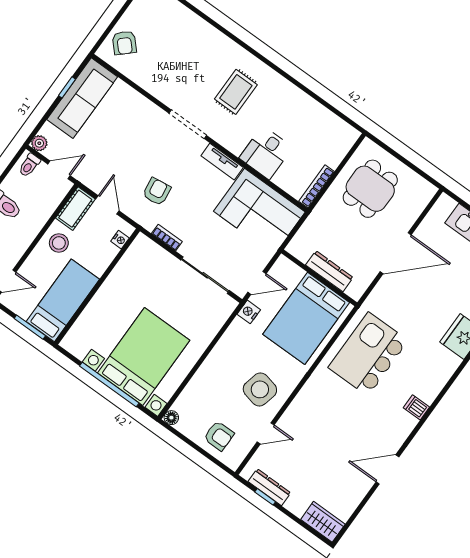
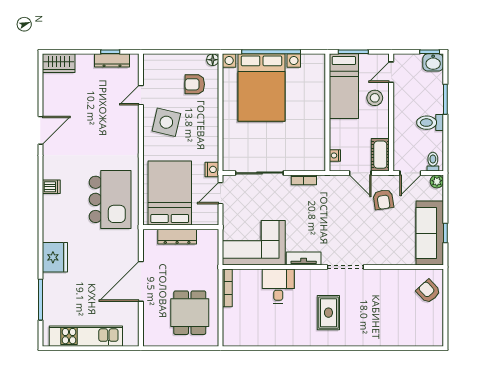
armchair: (157, 192) -> (383, 200), moved
stool: (59, 243) -> (375, 98), moved
armchair: (219, 436) -> (195, 84), moved

